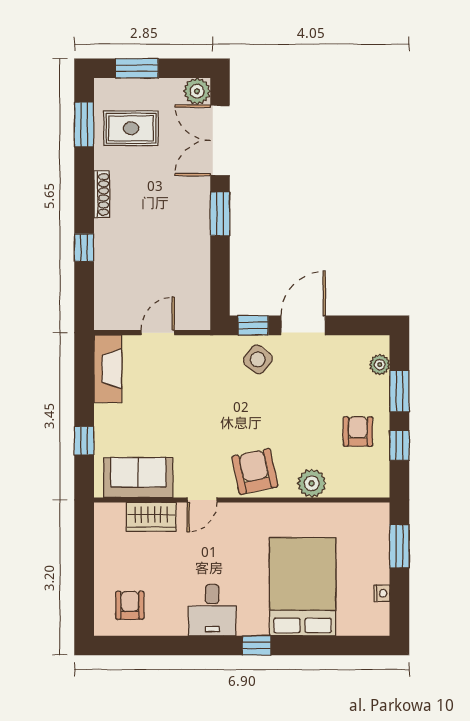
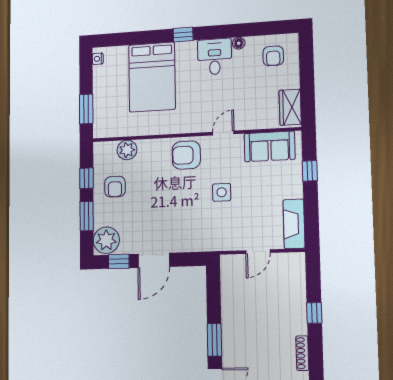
window: (253, 325) -> (119, 261), moved
side table: (258, 359) -> (222, 192), moved, turned -38
plant: (380, 365) -> (106, 240), width x1.87, depth x1.87
armchair: (255, 471) -> (186, 155), turned 102
plant: (312, 483) -> (127, 150), moved
wardrobe: (151, 517) -> (290, 107), moved, turned -90
nightstand: (382, 593) -> (98, 59), moved
floor lamp: (178, 627) -> (239, 43), added

